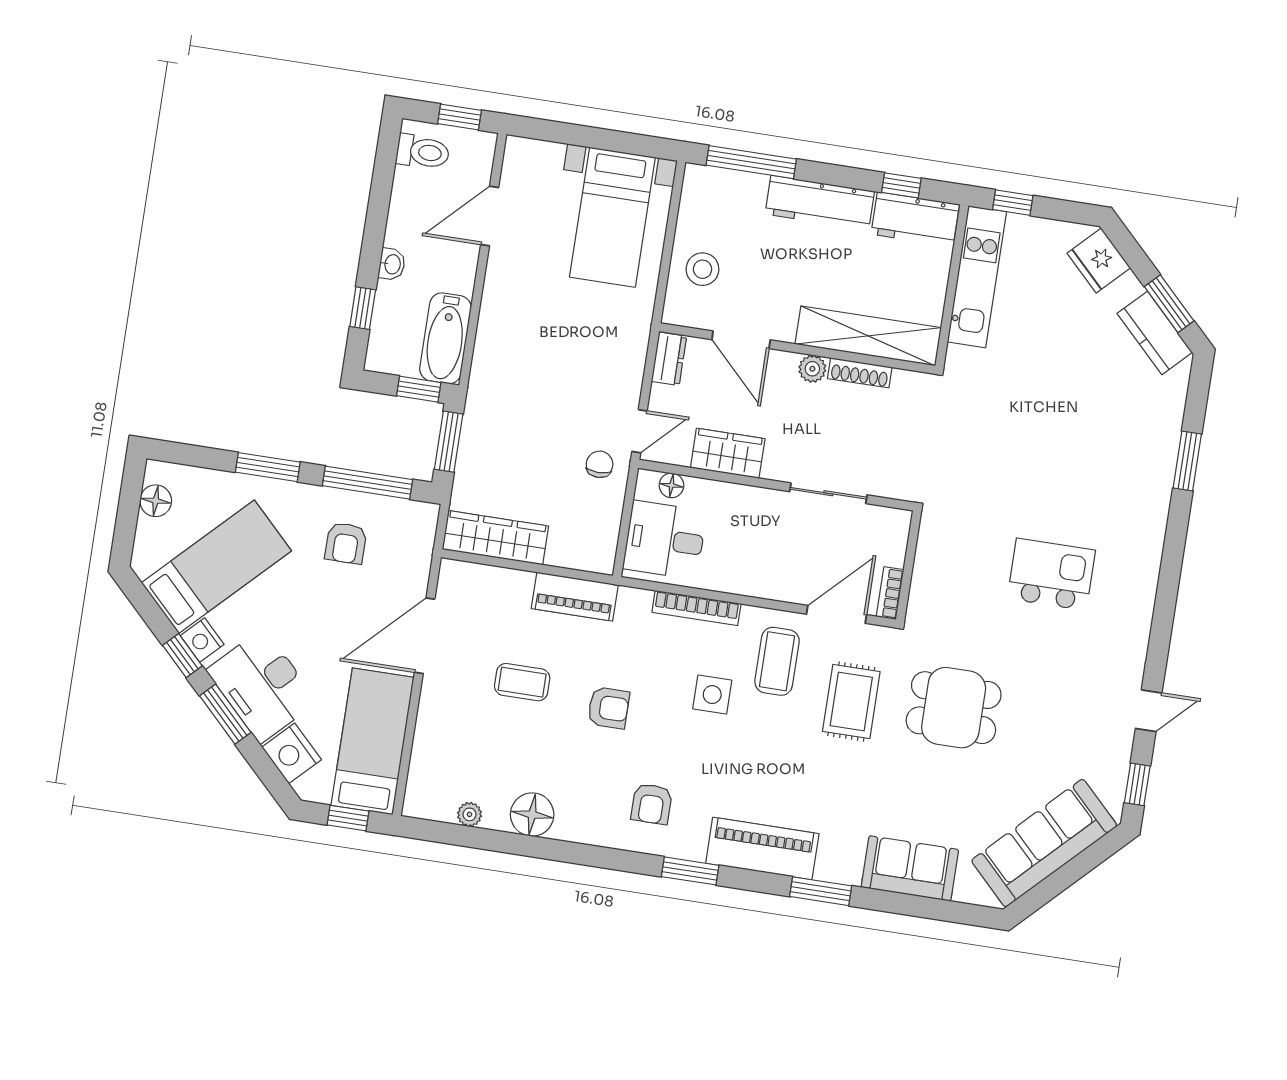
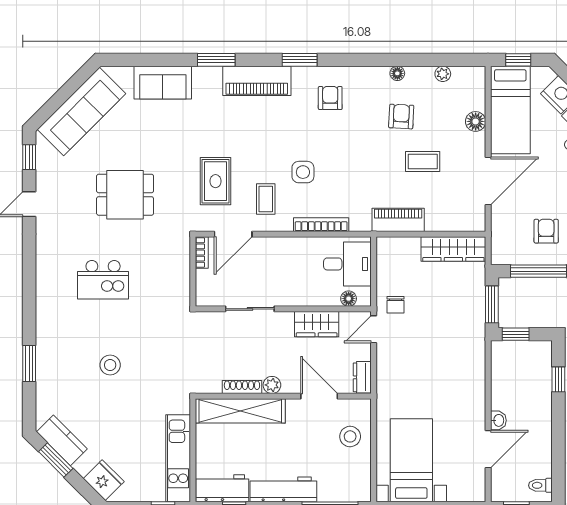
toilet: (423, 152) -> (540, 485), width x0.73, depth x0.72
washbasin: (392, 264) -> (498, 420), moved, turned 180
bathtub: (445, 338) -> (504, 369), removed
stool: (1061, 439) -> (110, 365), added
coffee table: (777, 661) -> (266, 199), width x0.73, depth x0.77
armchair: (608, 708) -> (401, 117), moved, turned 93
dining table: (954, 708) -> (125, 195), moved
floor lamp: (430, 732) -> (476, 121), added
floor lamp: (532, 815) -> (397, 73), width x0.53, depth x0.53

